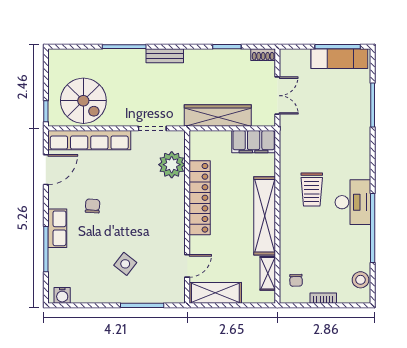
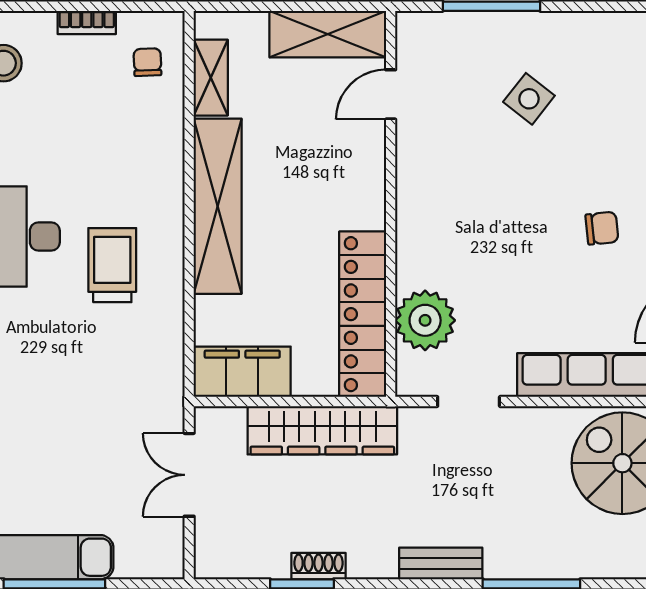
shoe rack: (263, 55) -> (319, 566), moved
locker: (200, 198) -> (363, 314), moved
chair: (93, 206) -> (602, 228), turned -99

